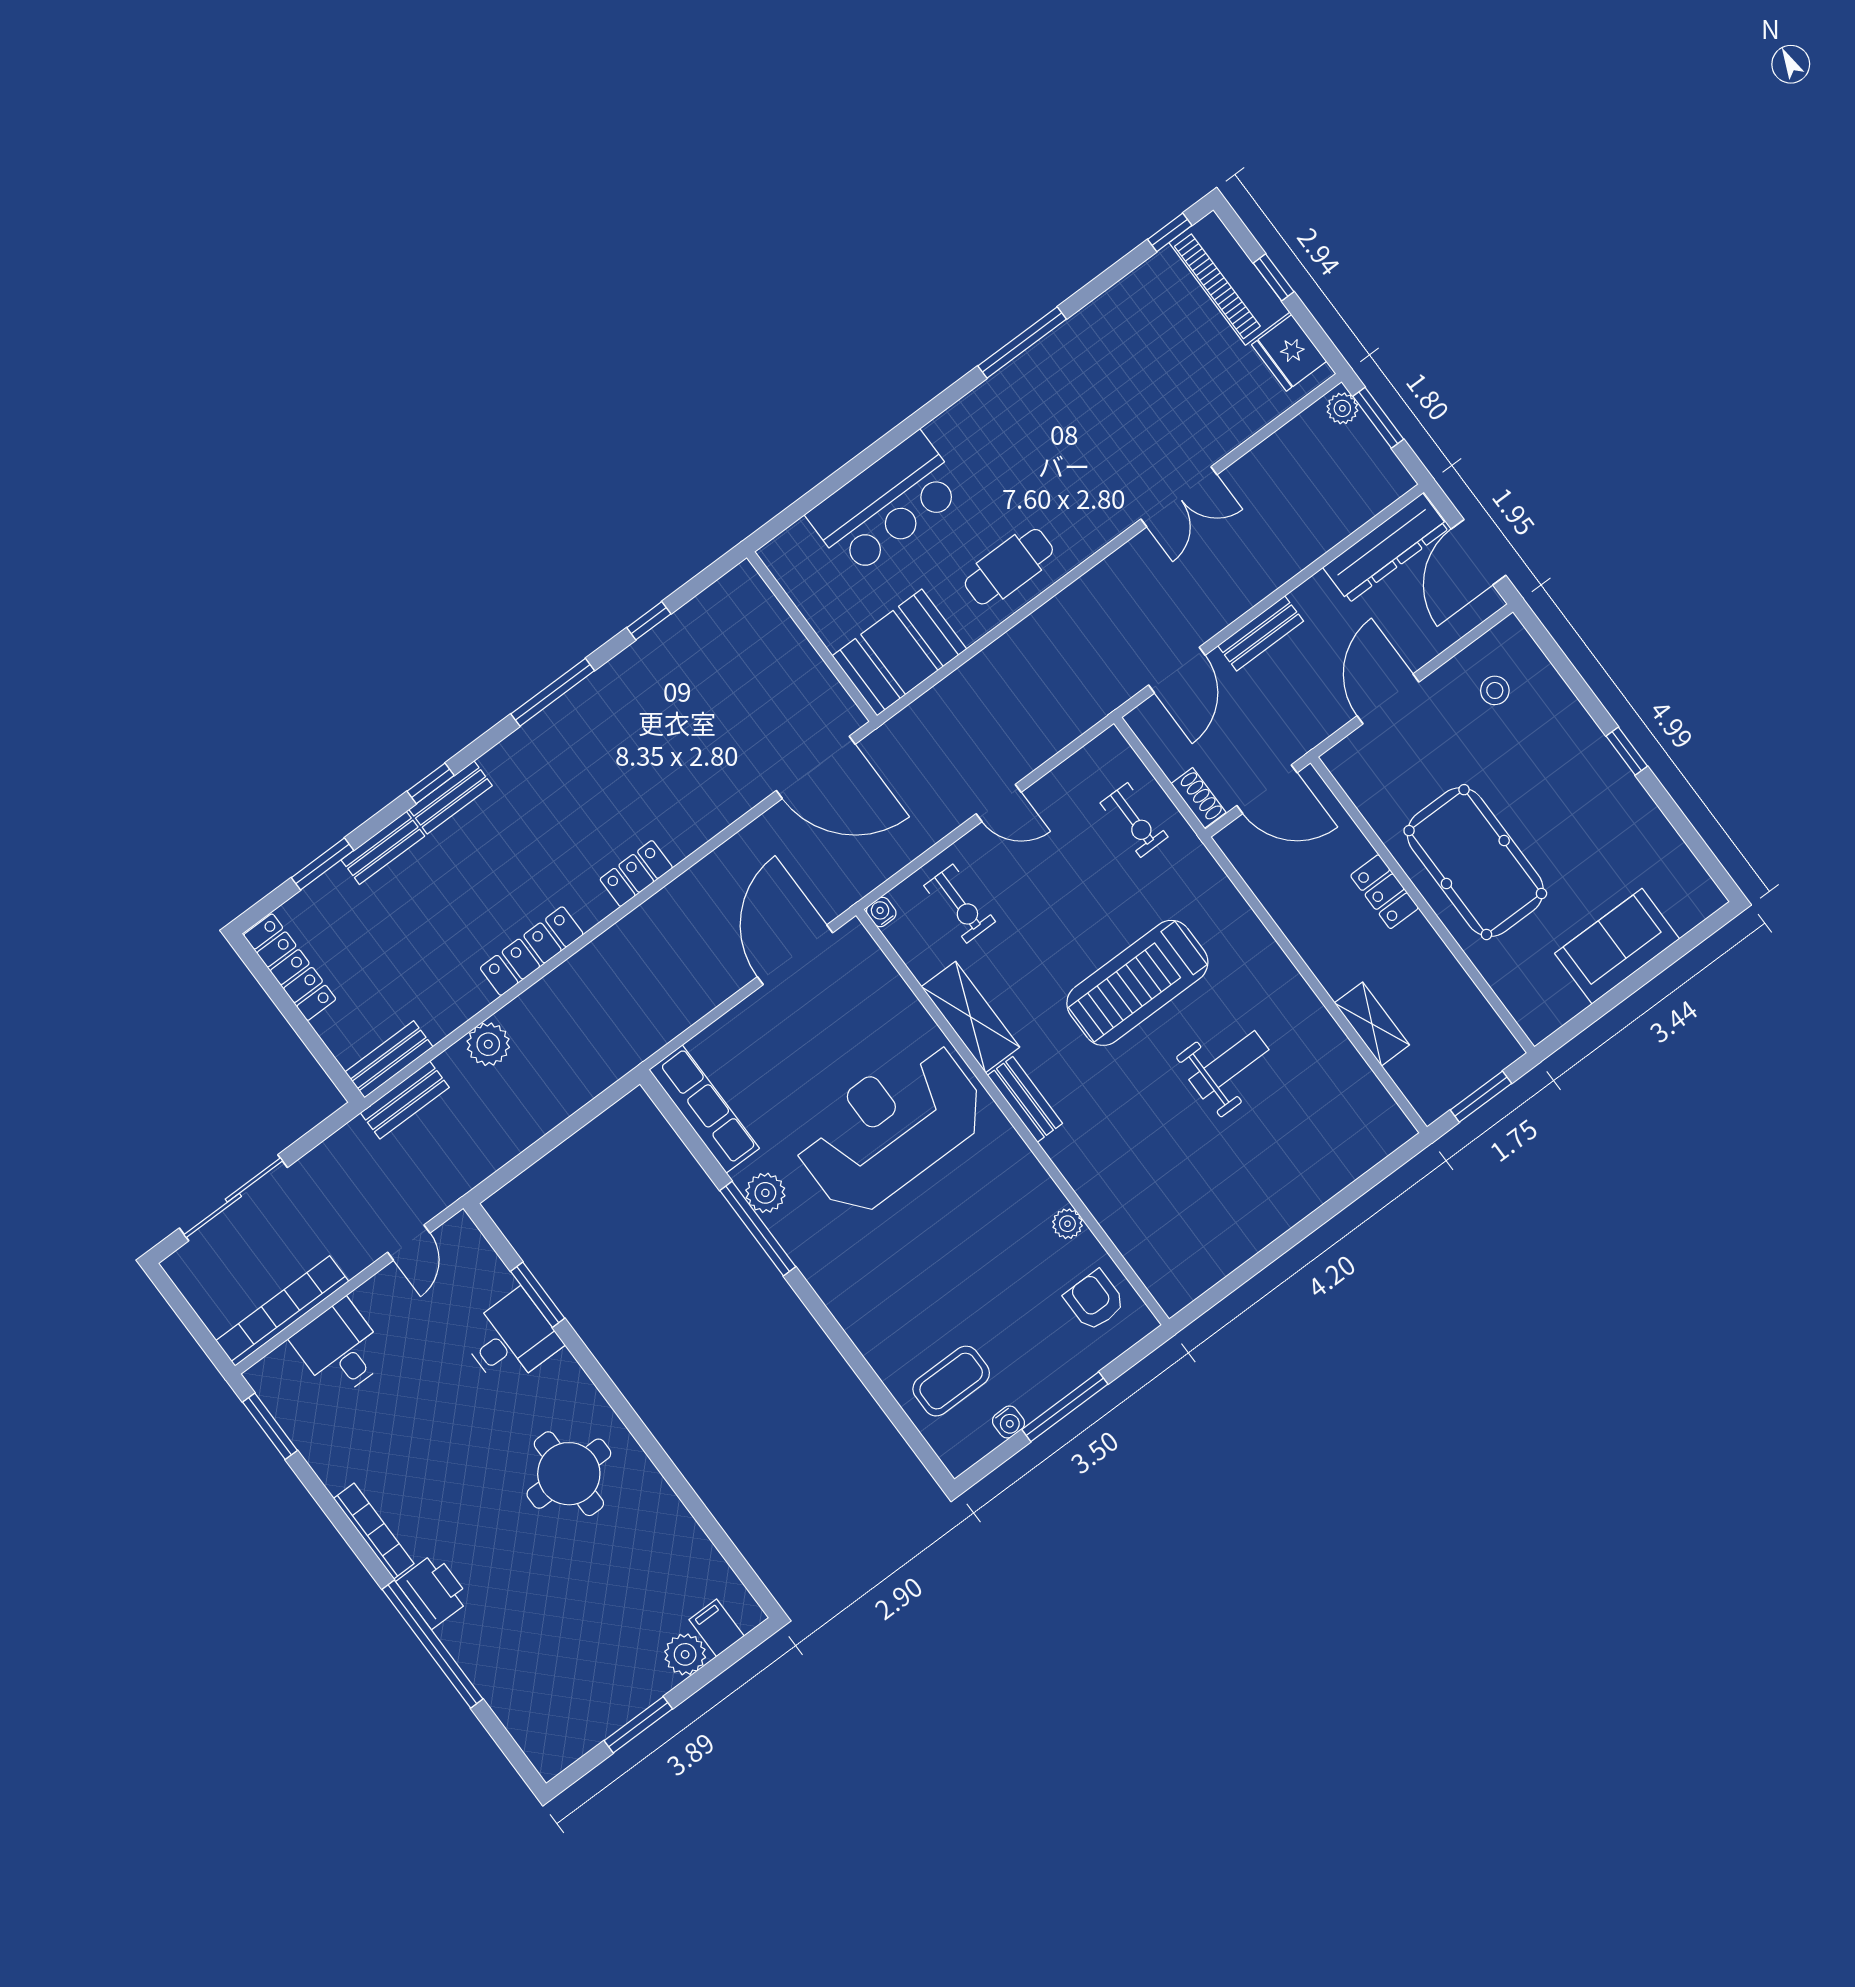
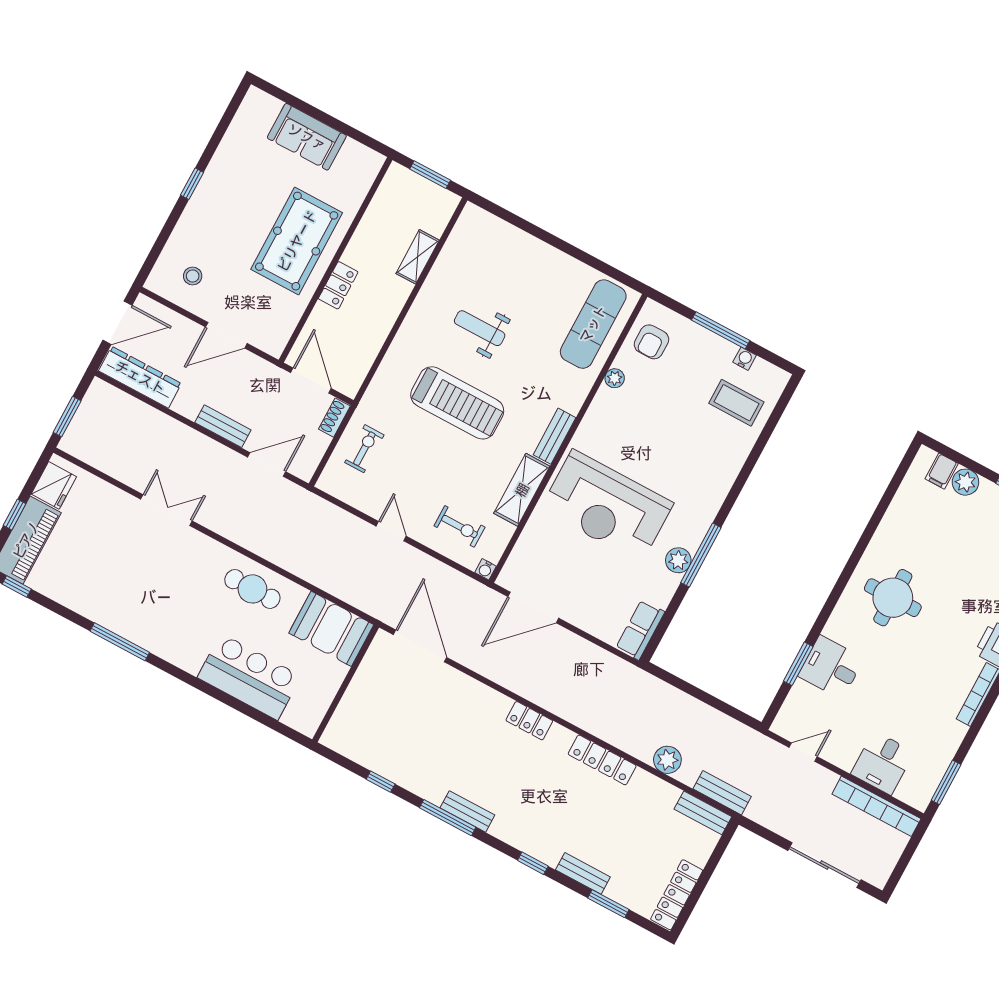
plant: (1342, 408) -> (71, 440), removed
bench: (451, 797) -> (467, 811), moved
exercise bike: (960, 904) -> (459, 526), turned 90
row of seats: (704, 1109) -> (640, 630), width x0.68
exercise mat: (1159, 1229) -> (593, 324), added

